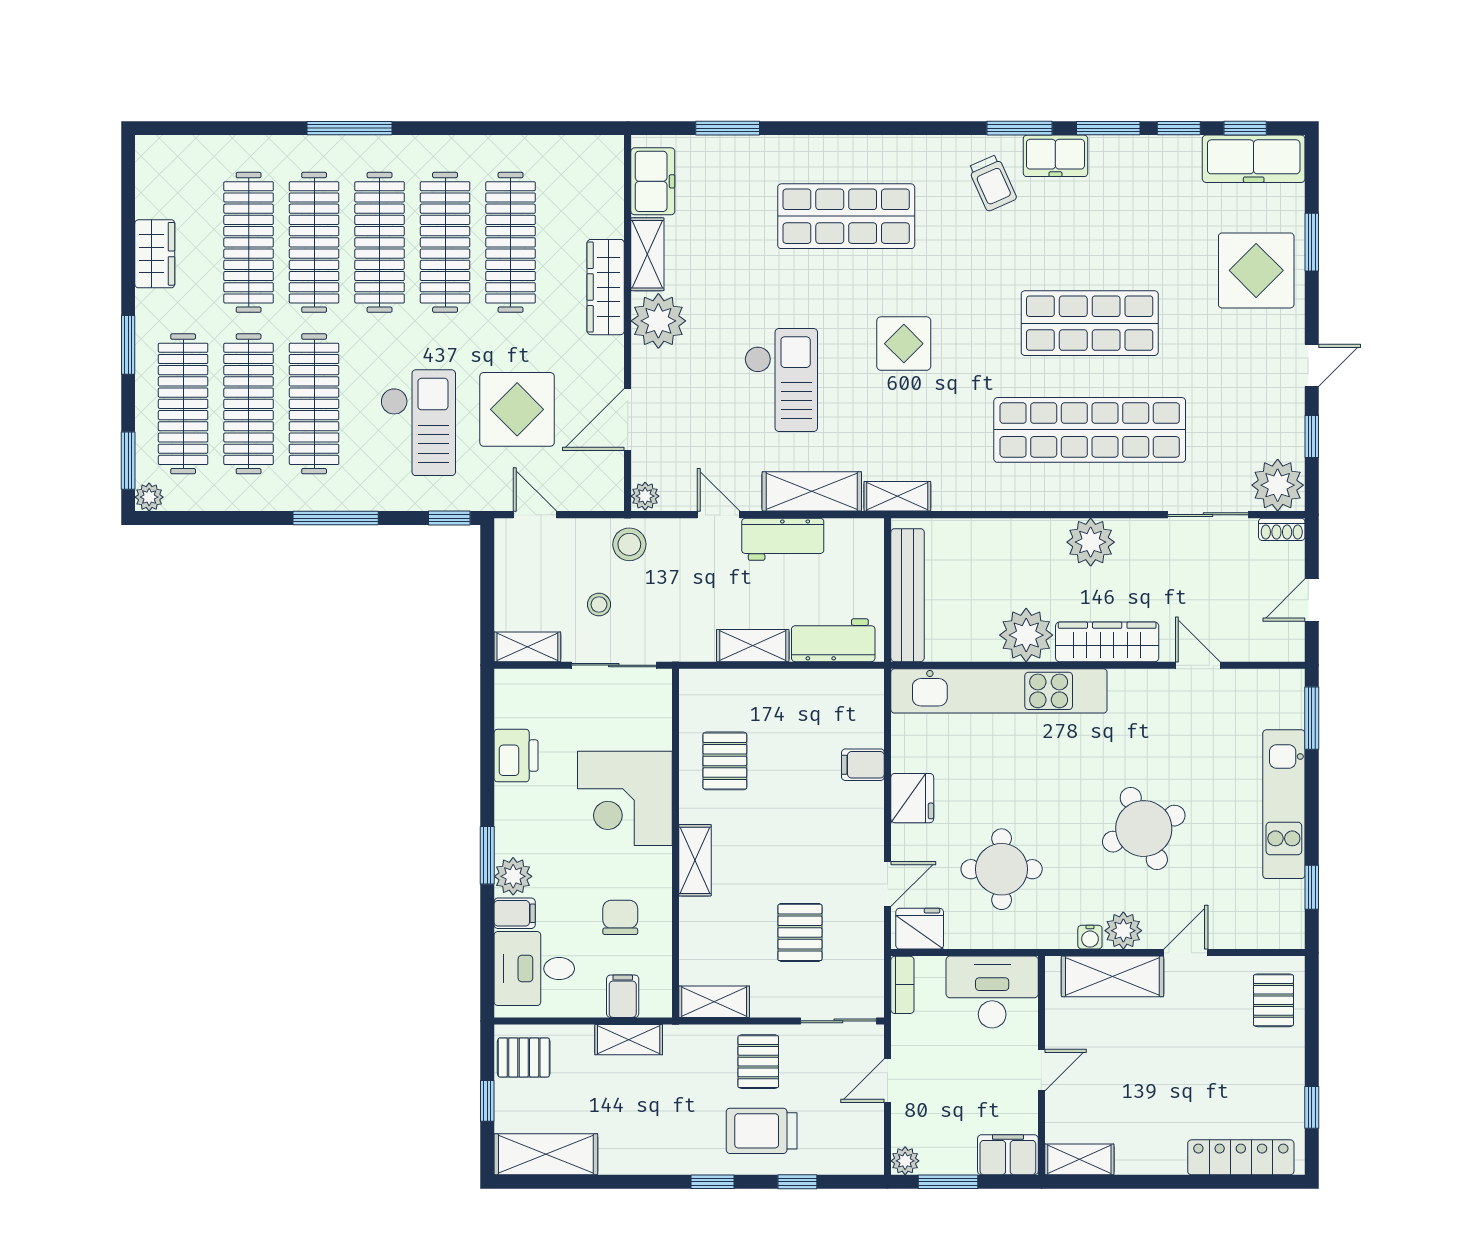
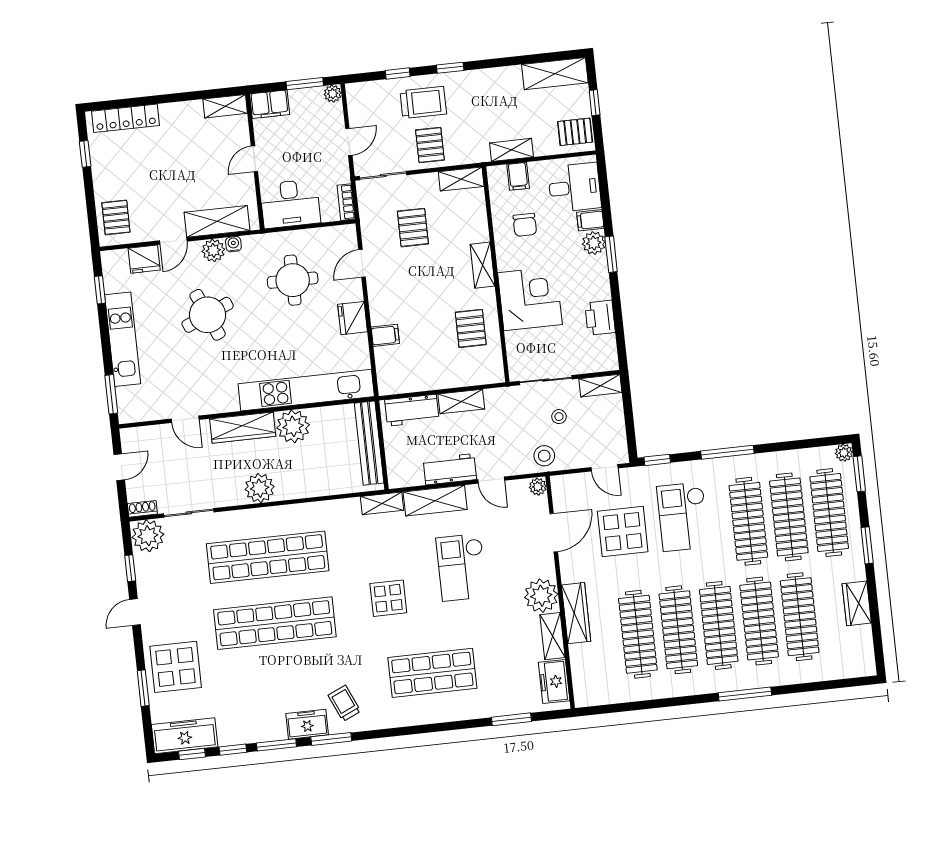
shop shelf: (1090, 323) -> (275, 623), width x1.40
fridge: (920, 929) -> (144, 259), moved

